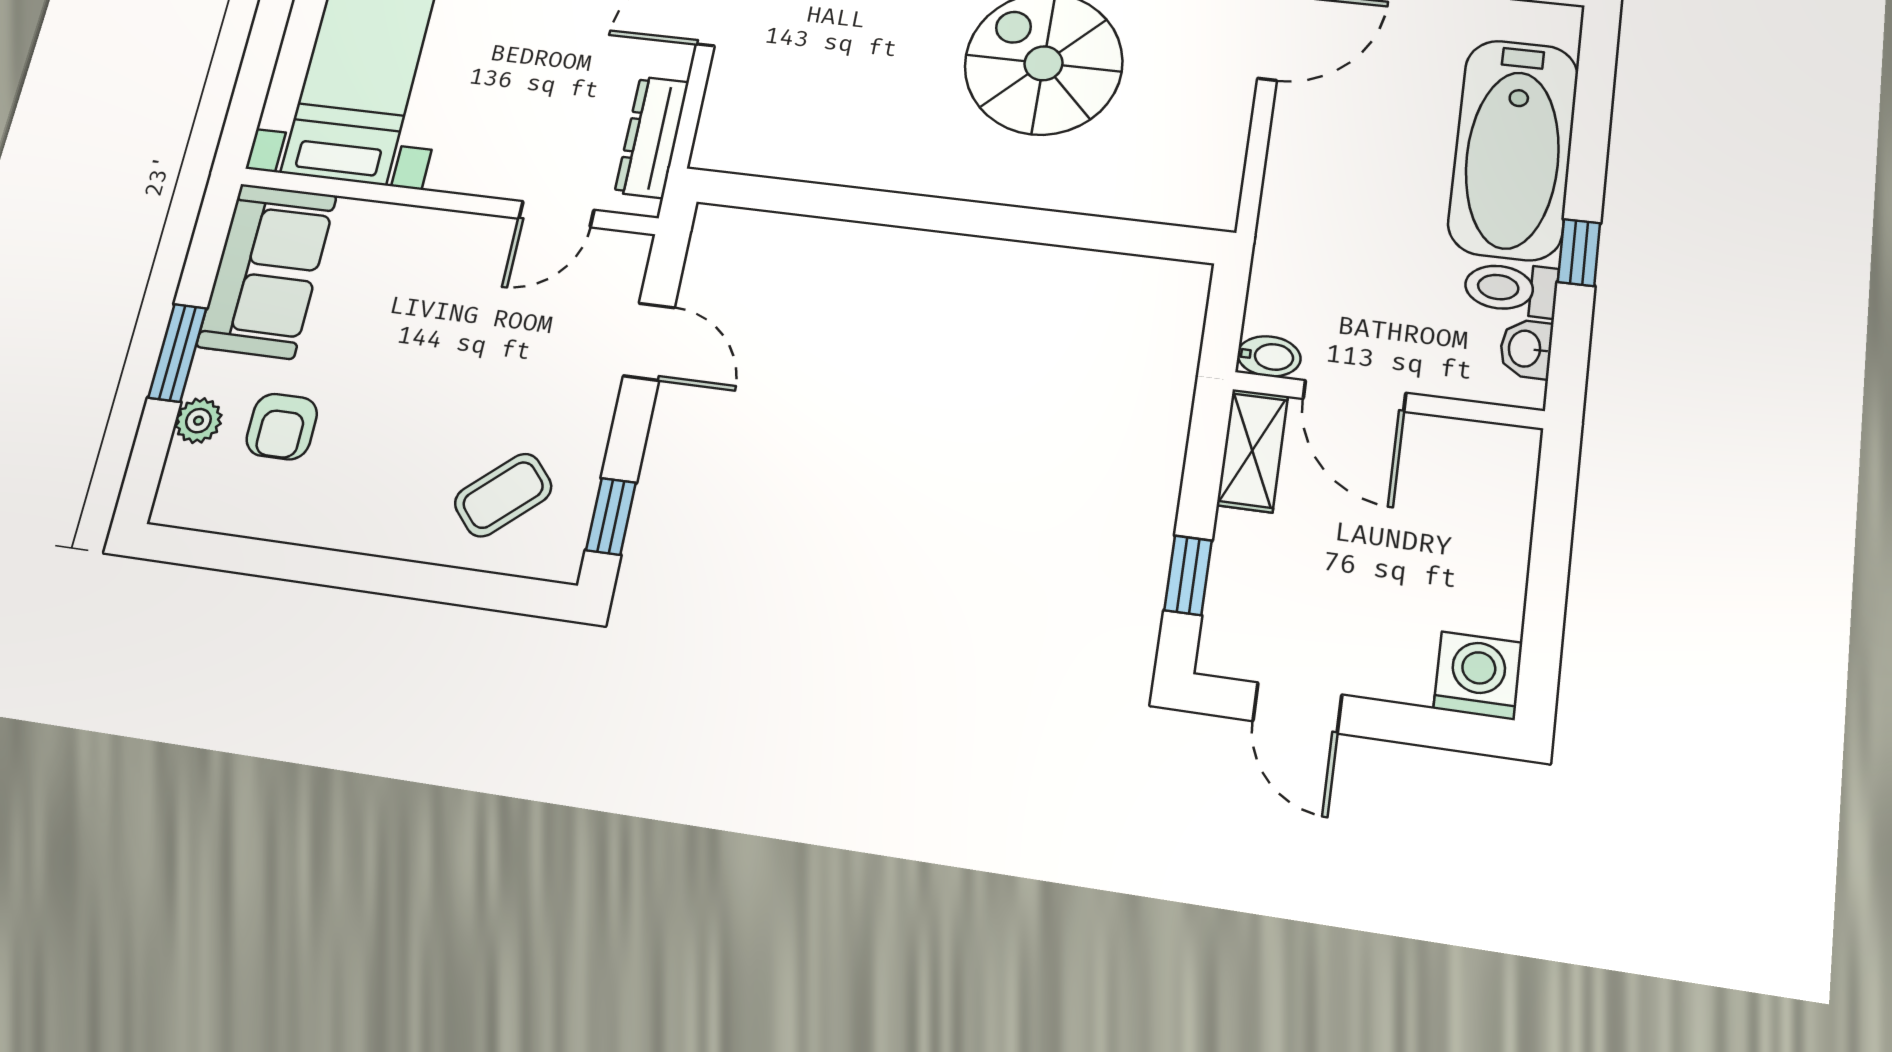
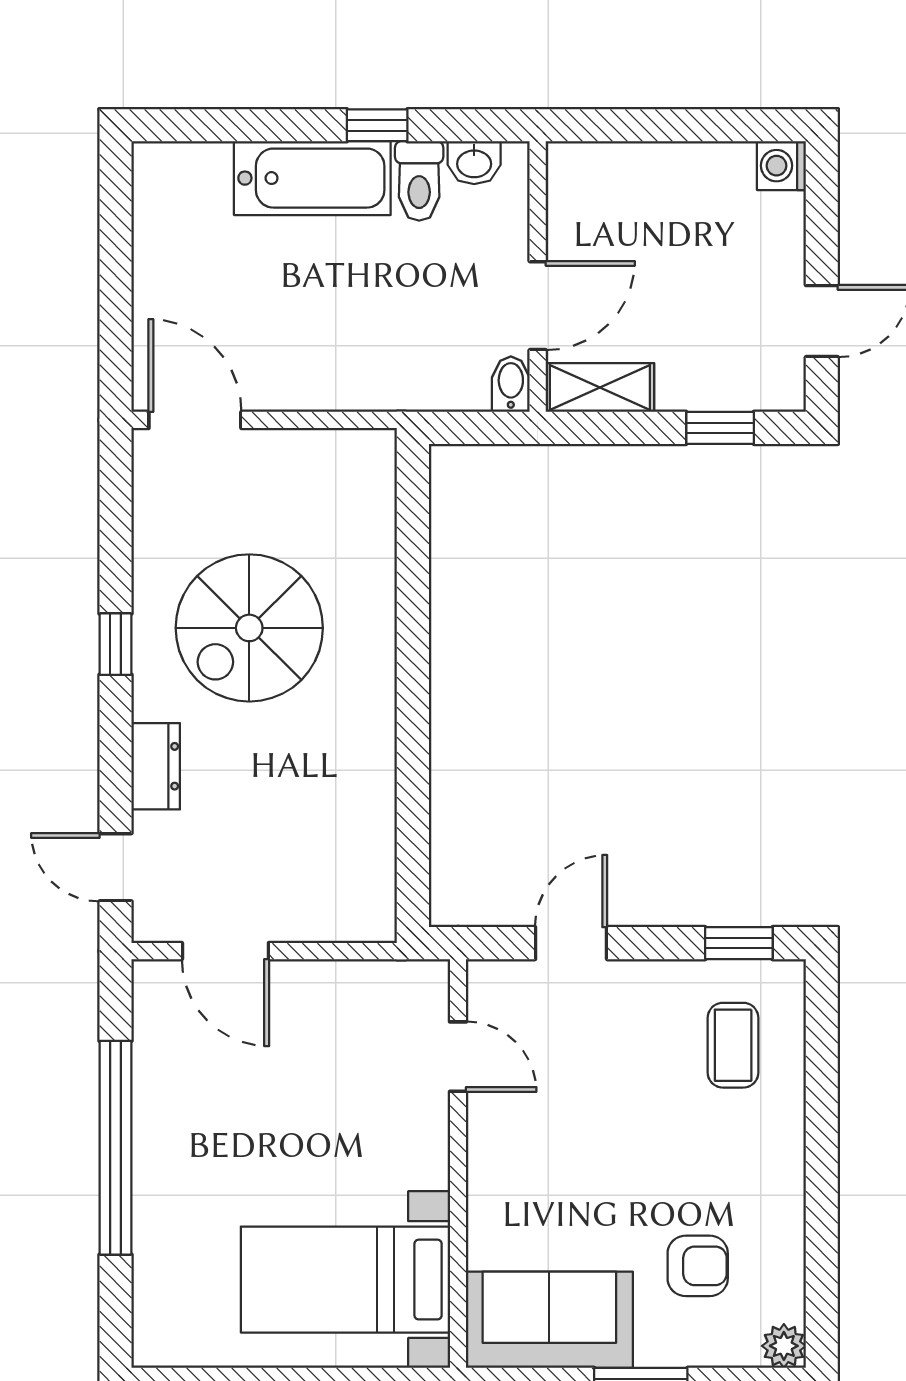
dresser: (652, 137) -> (369, 983), removed
bathtub: (1513, 149) -> (312, 178), width x0.73, depth x0.73
plant: (198, 421) -> (784, 1346), moved
coffee table: (503, 495) -> (733, 1045), turned 42
washing machine: (1478, 676) -> (781, 166), width x0.73, depth x0.73

